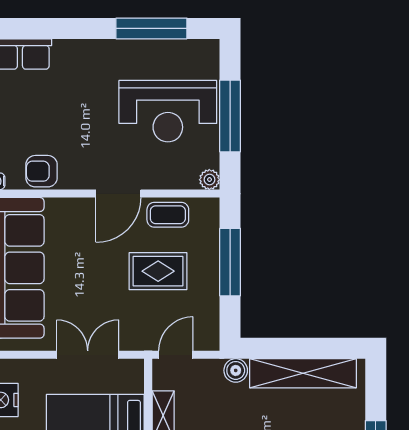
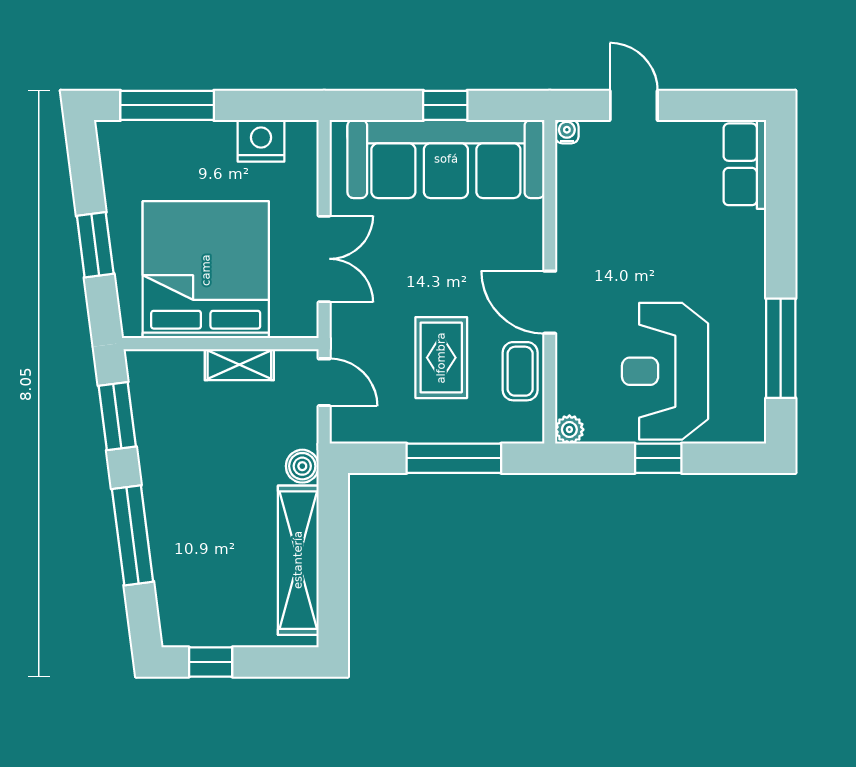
window: (230, 116) -> (658, 458), width x0.46
armchair: (42, 171) -> (581, 195), removed

